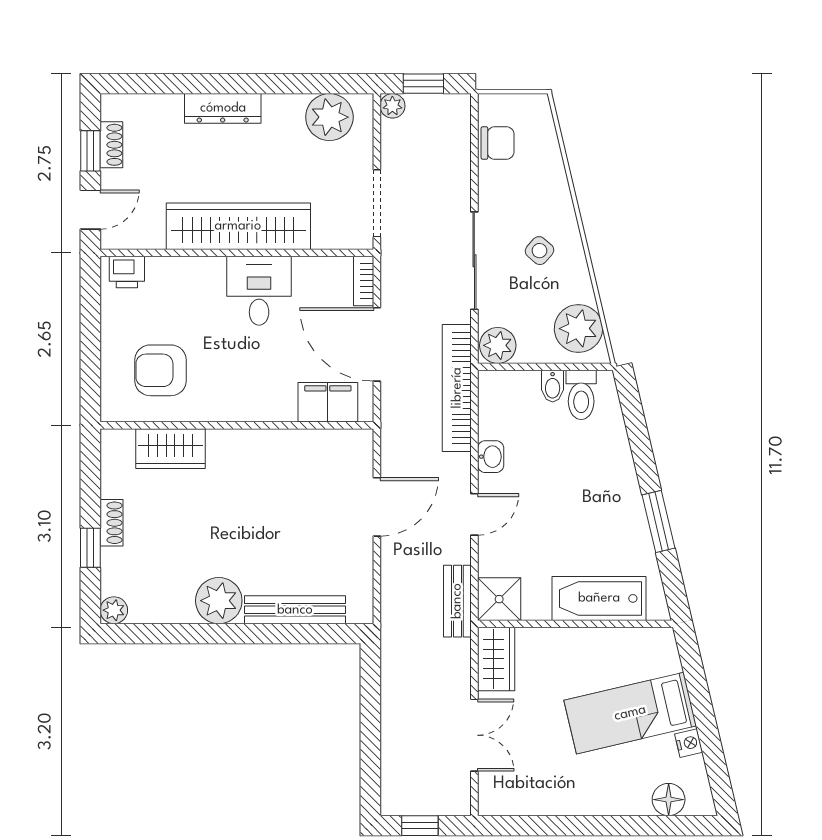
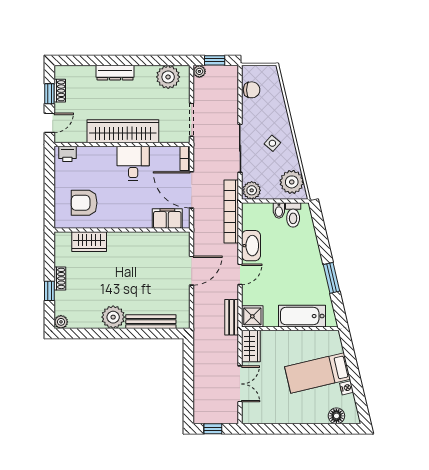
washbasin: (491, 457) -> (251, 246), width x1.91, depth x1.45

